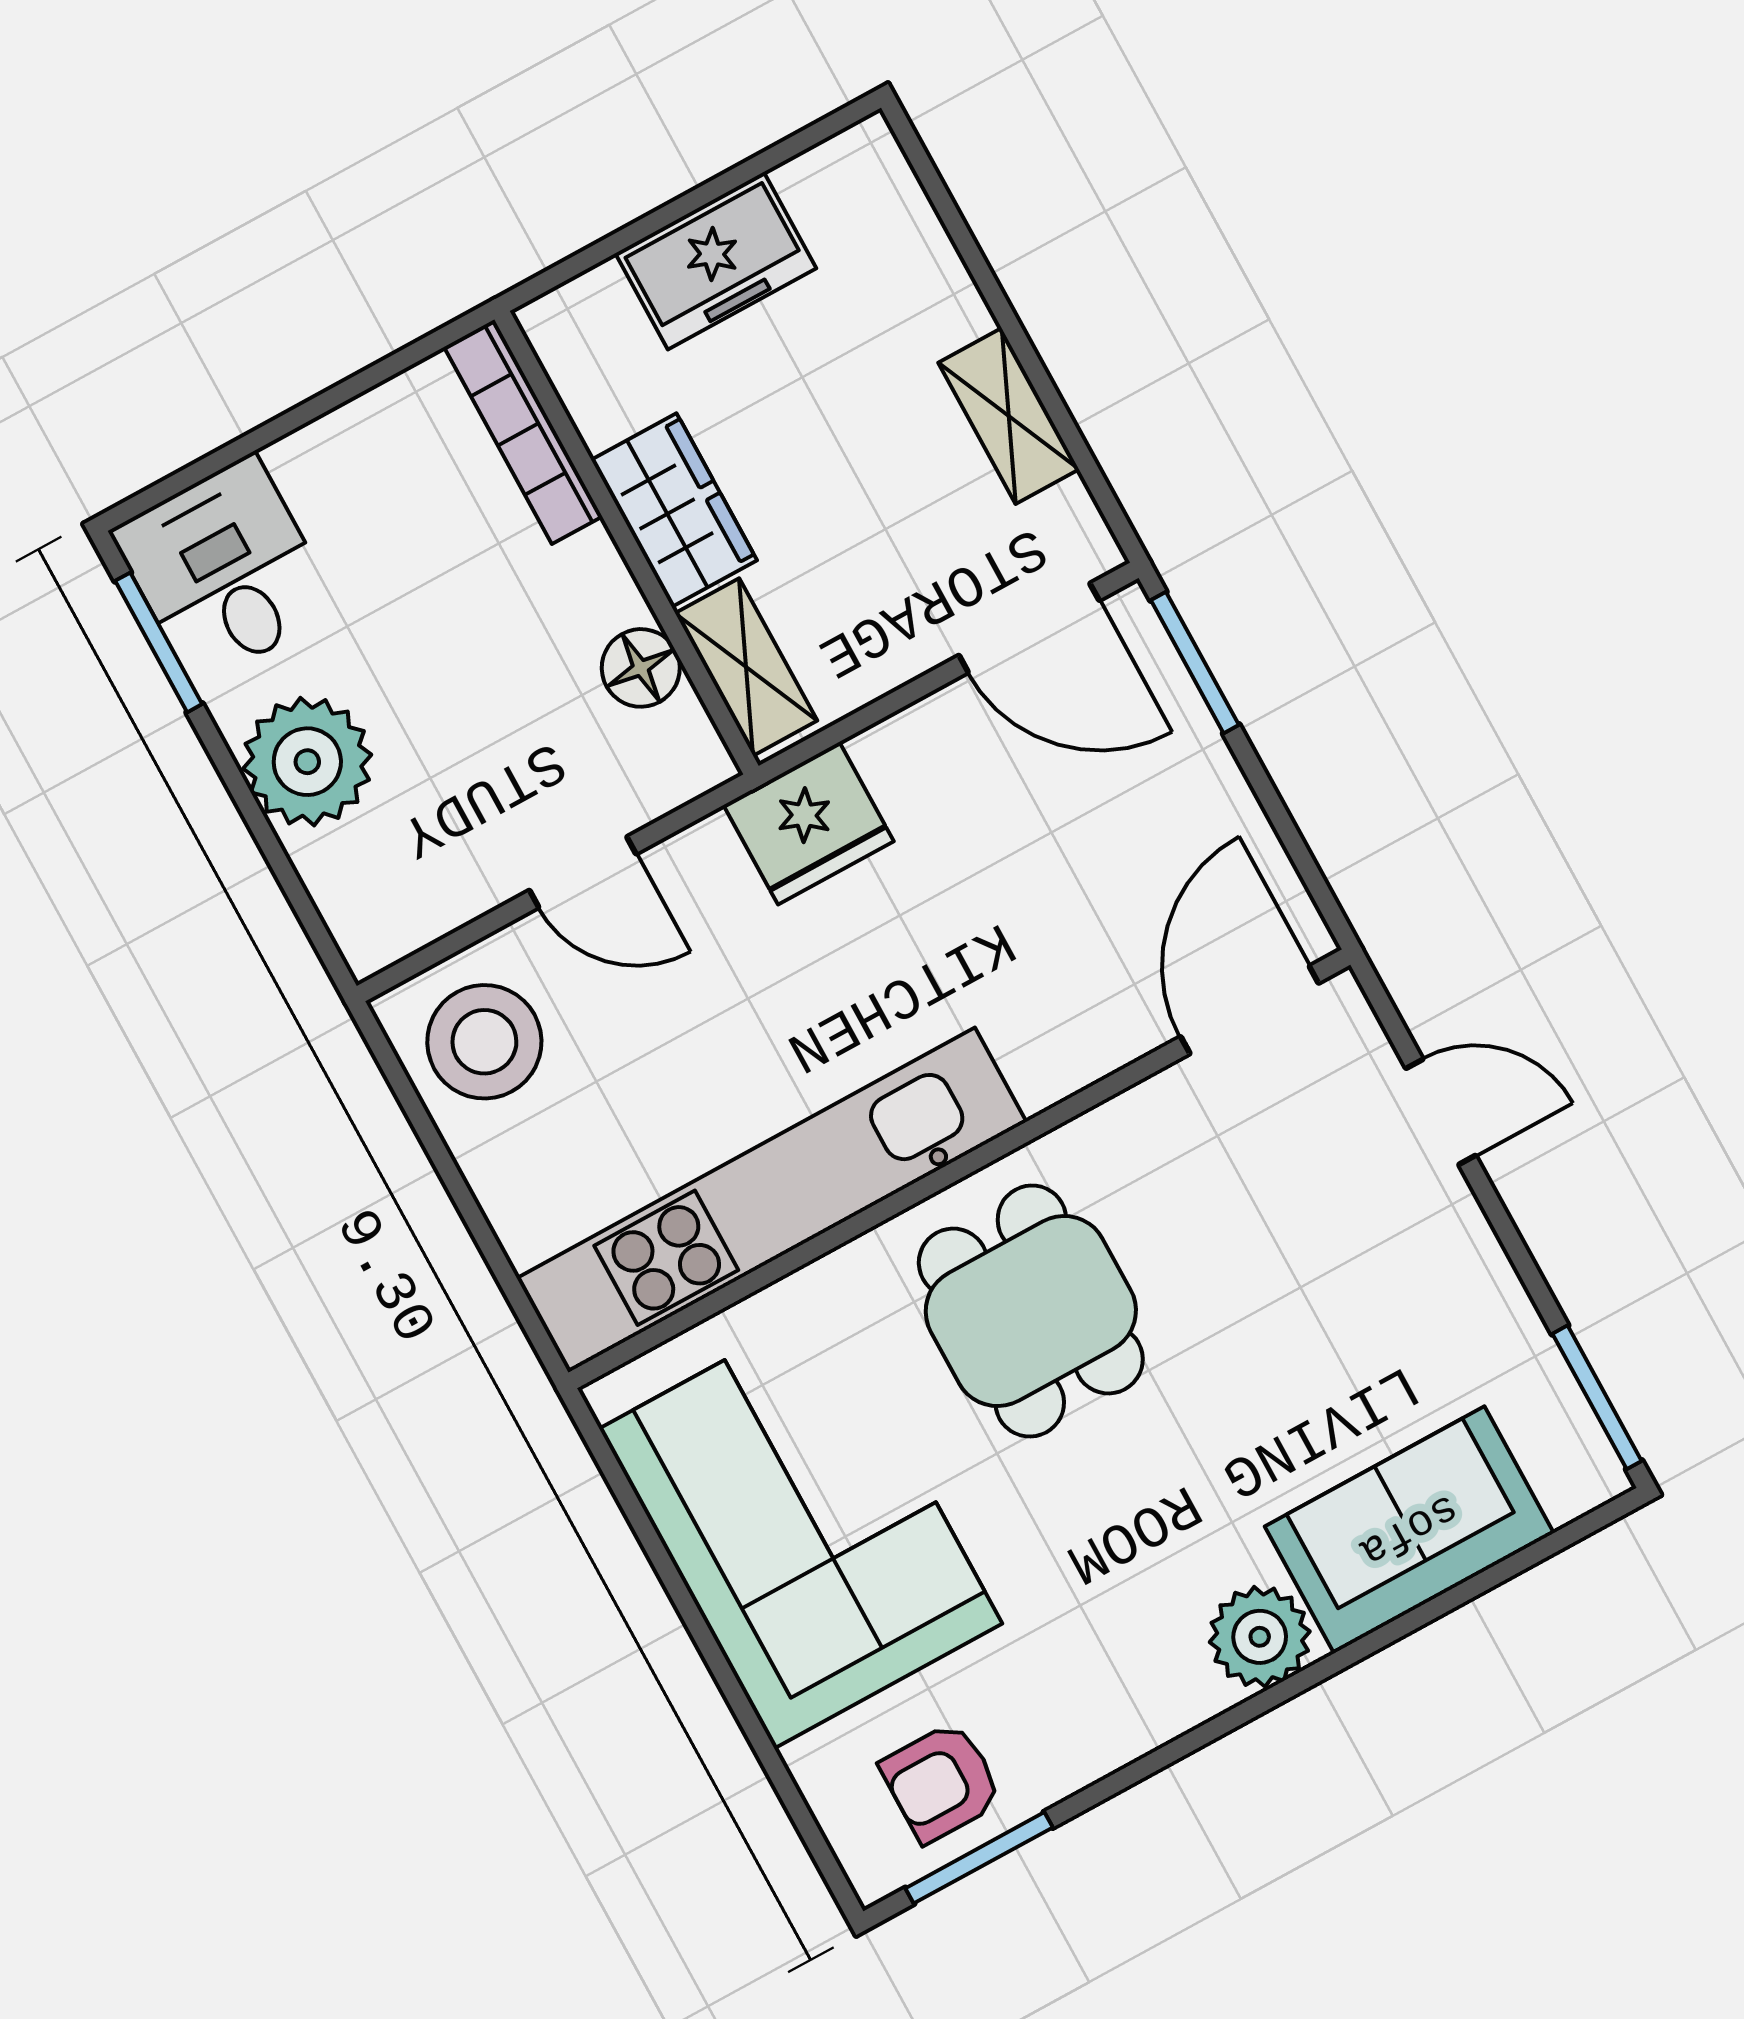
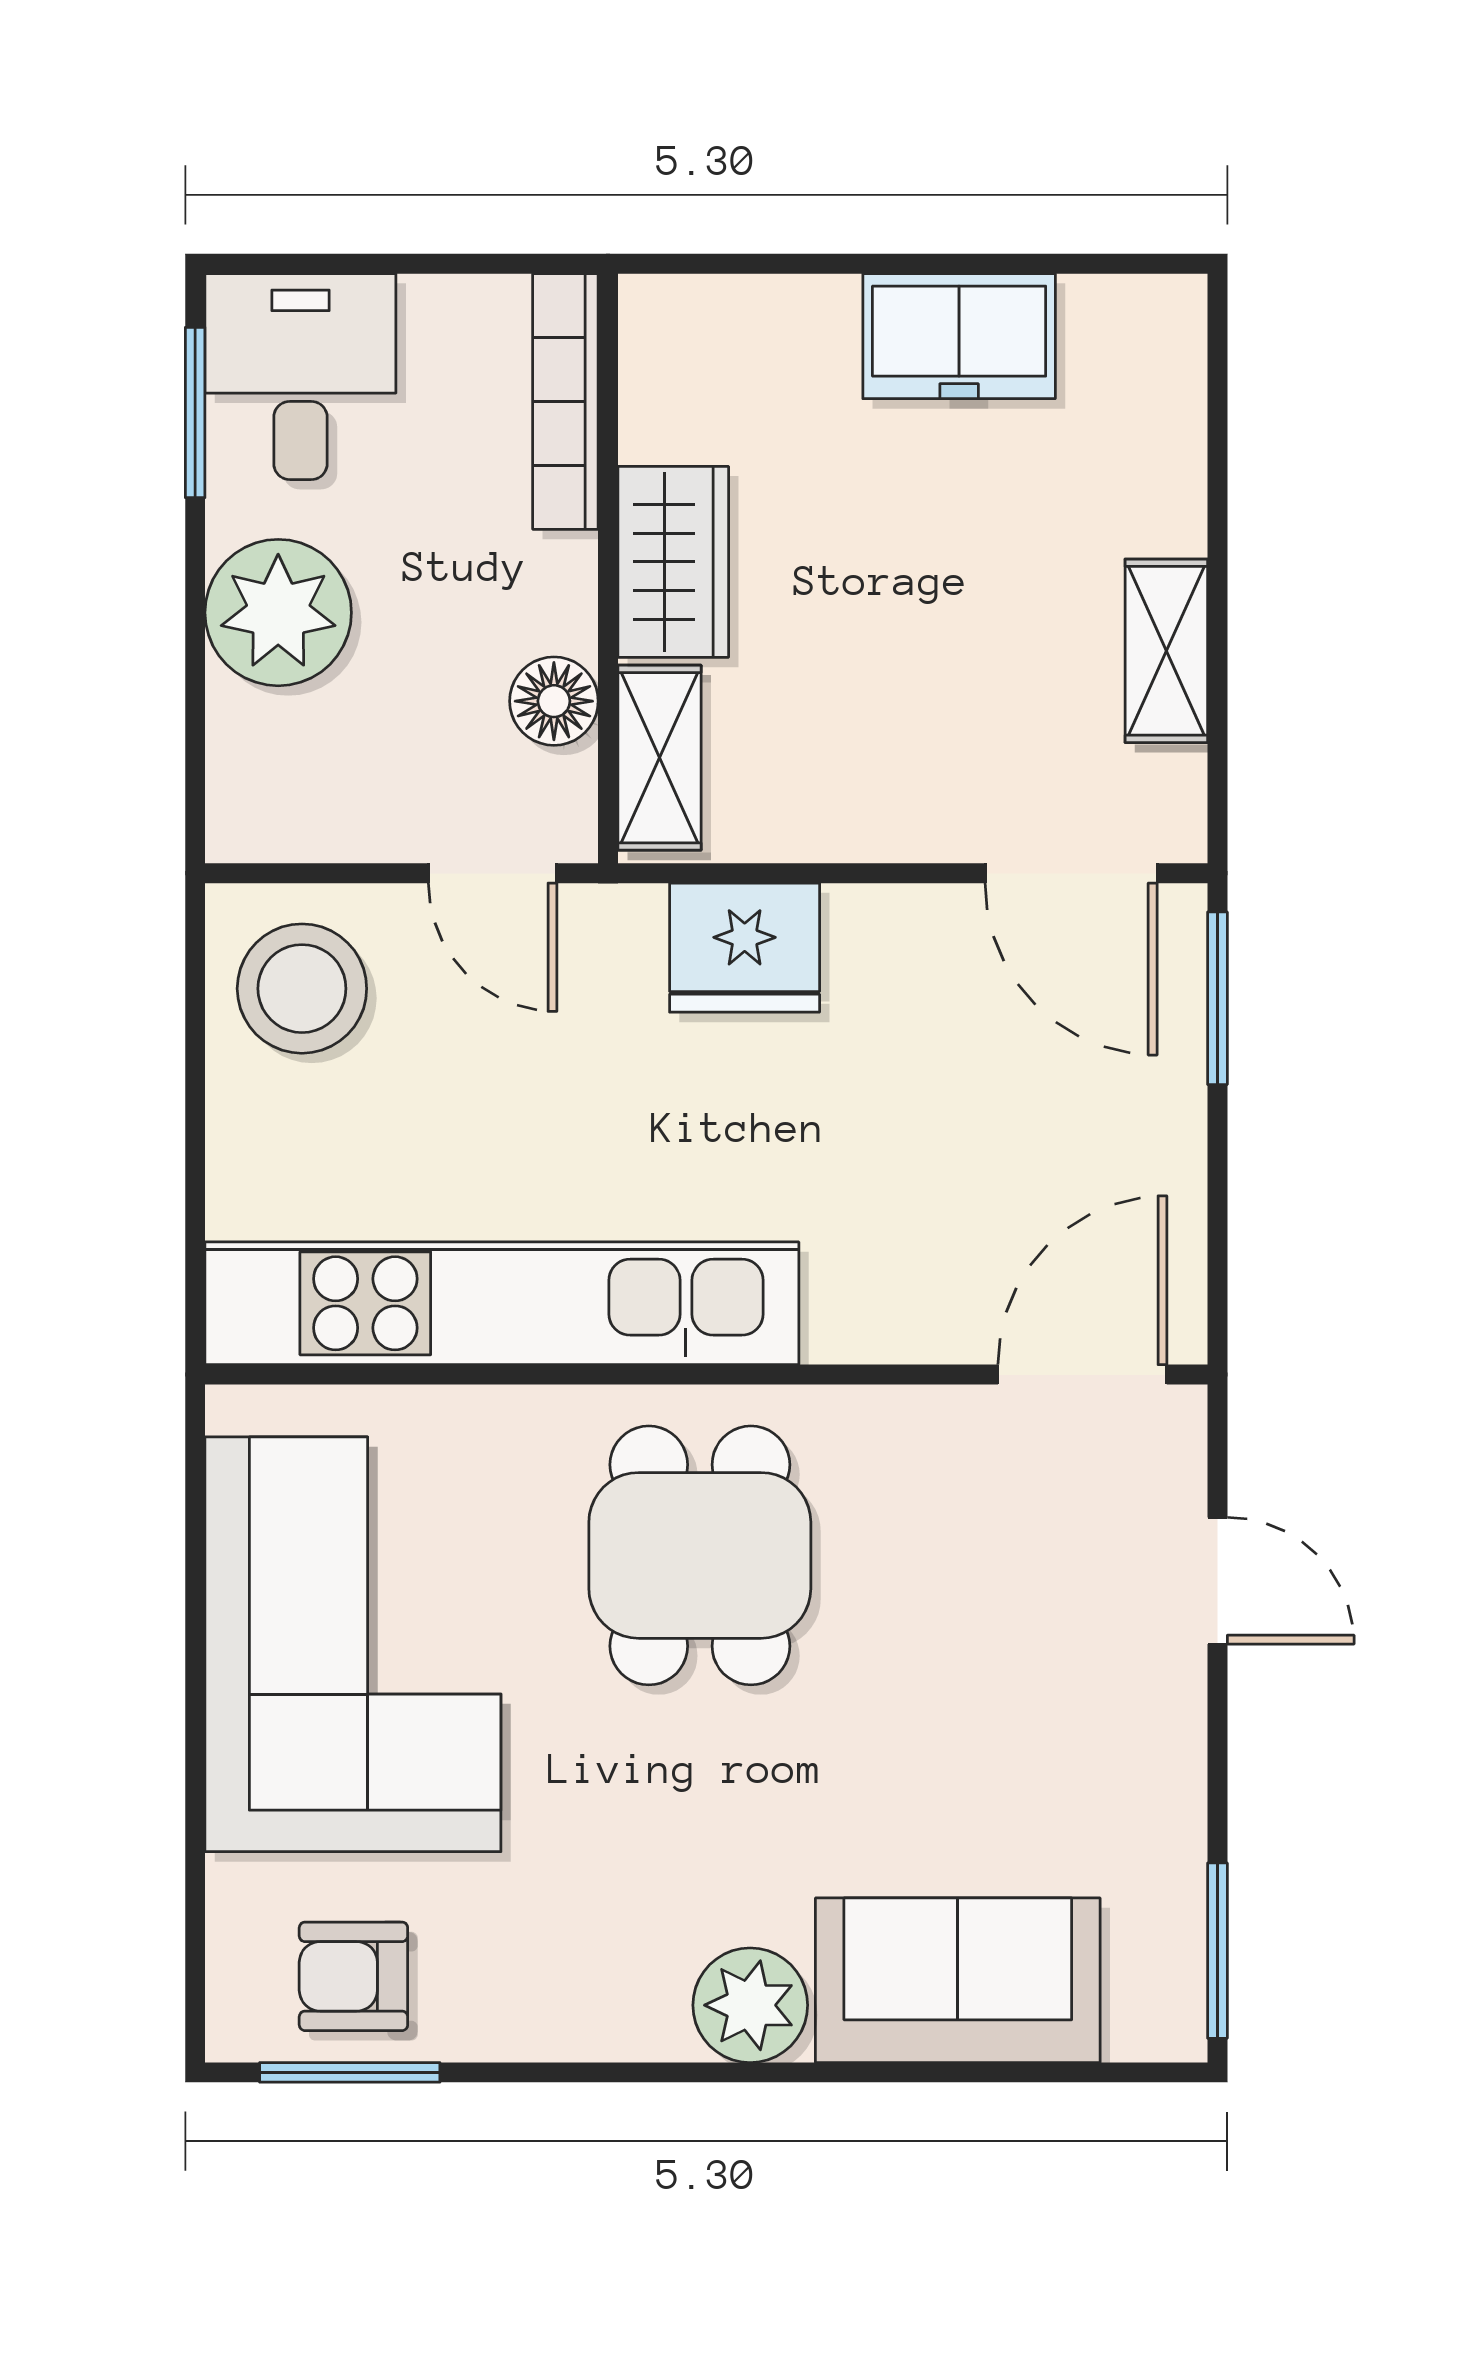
bookcase: (523, 432) -> (565, 401), moved
wardrobe: (674, 510) -> (673, 562), moved
wall: (626, 543) -> (608, 568), moved
shelving: (746, 667) -> (659, 758), moved
floor lamp: (641, 668) -> (554, 701), moved

